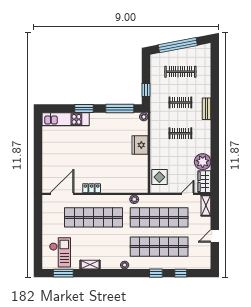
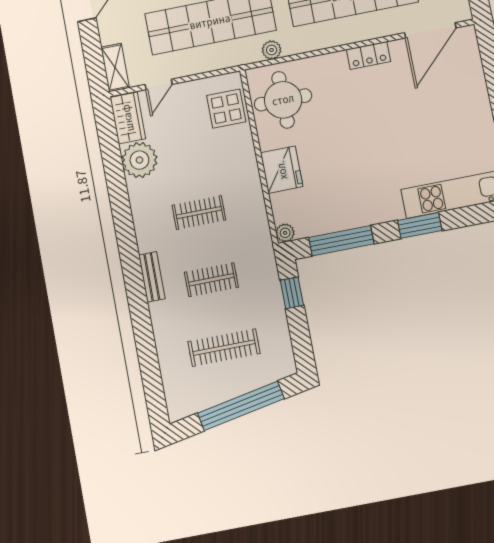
round table: (133, 176) -> (283, 100), added

